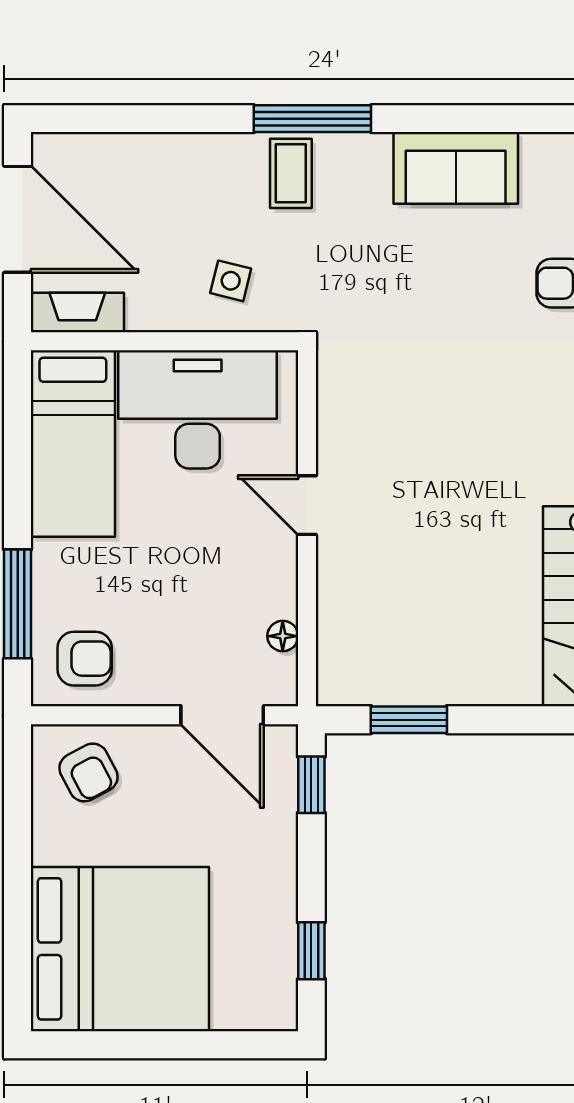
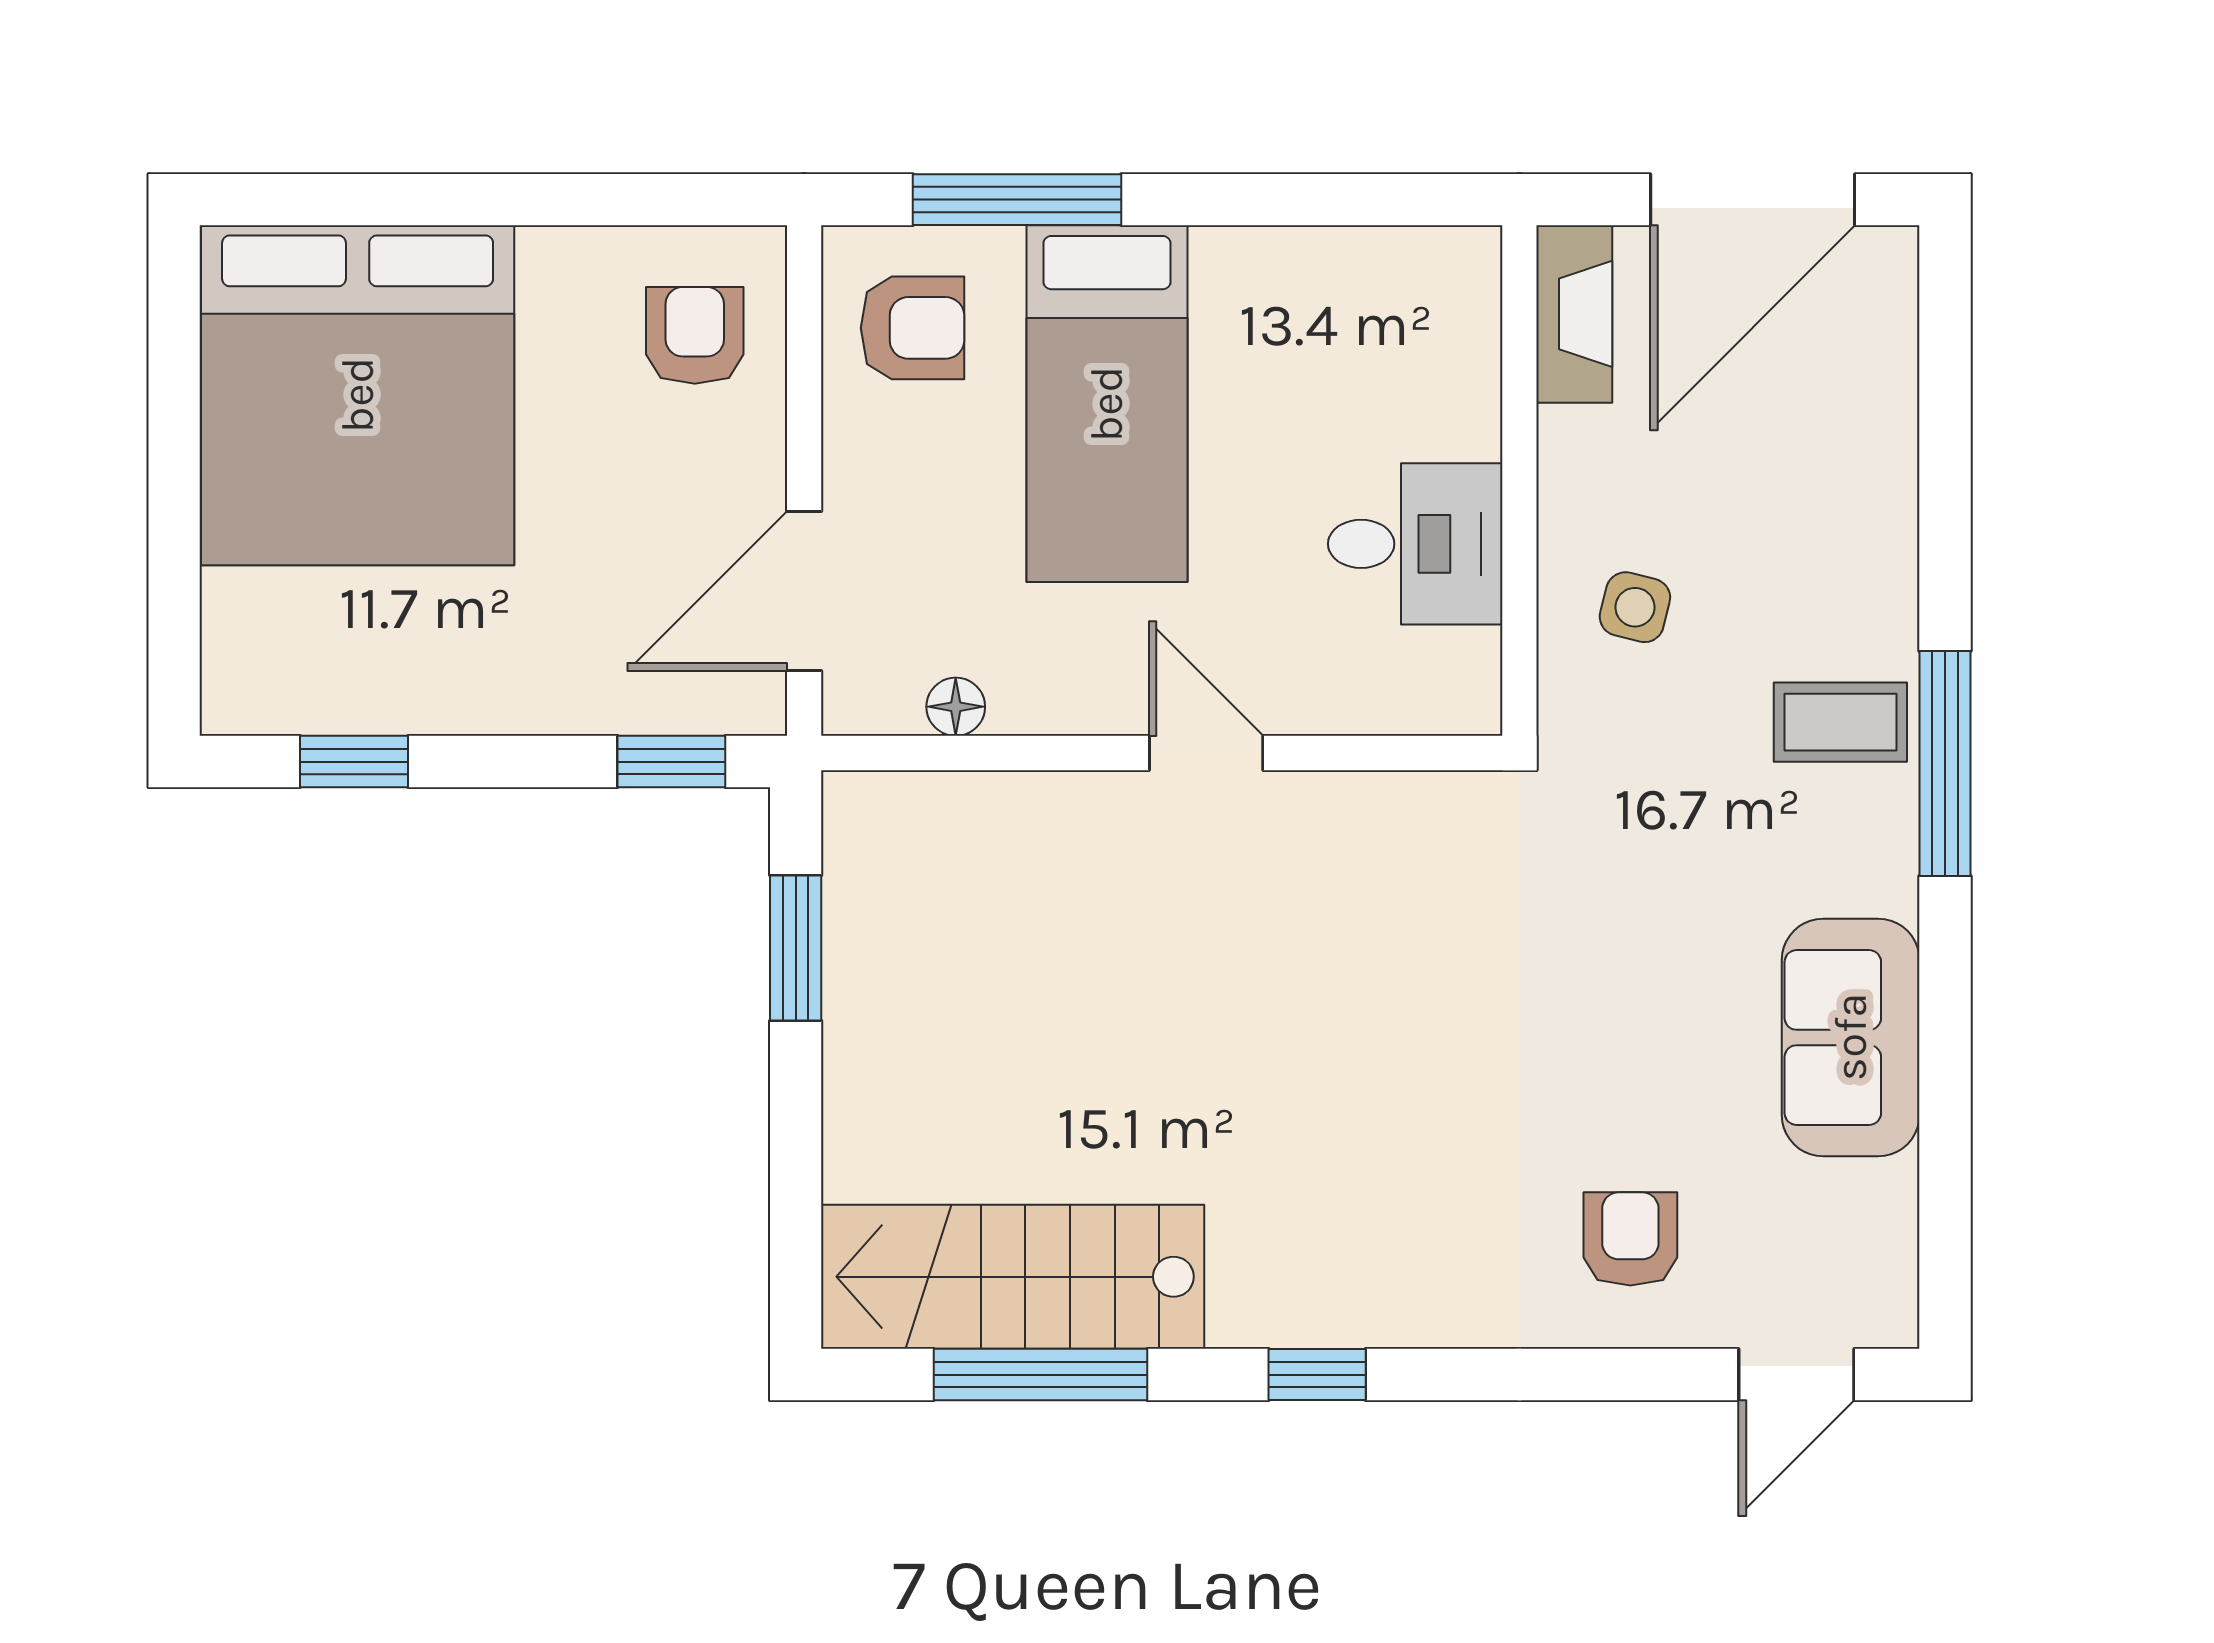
desk: (198, 409) -> (1415, 544), width x0.53, depth x0.77
bed: (73, 443) -> (1107, 404), moved, turned -90
door: (307, 505) -> (1206, 753), hinge flipped
armchair: (85, 659) -> (912, 328), turned -90
armchair: (88, 772) -> (695, 335), turned 118

